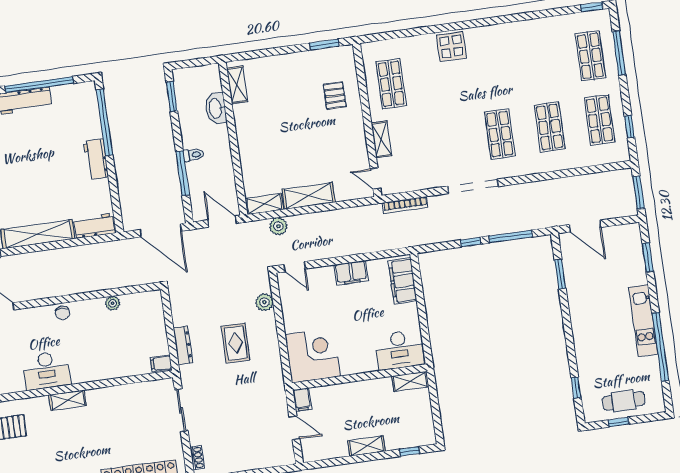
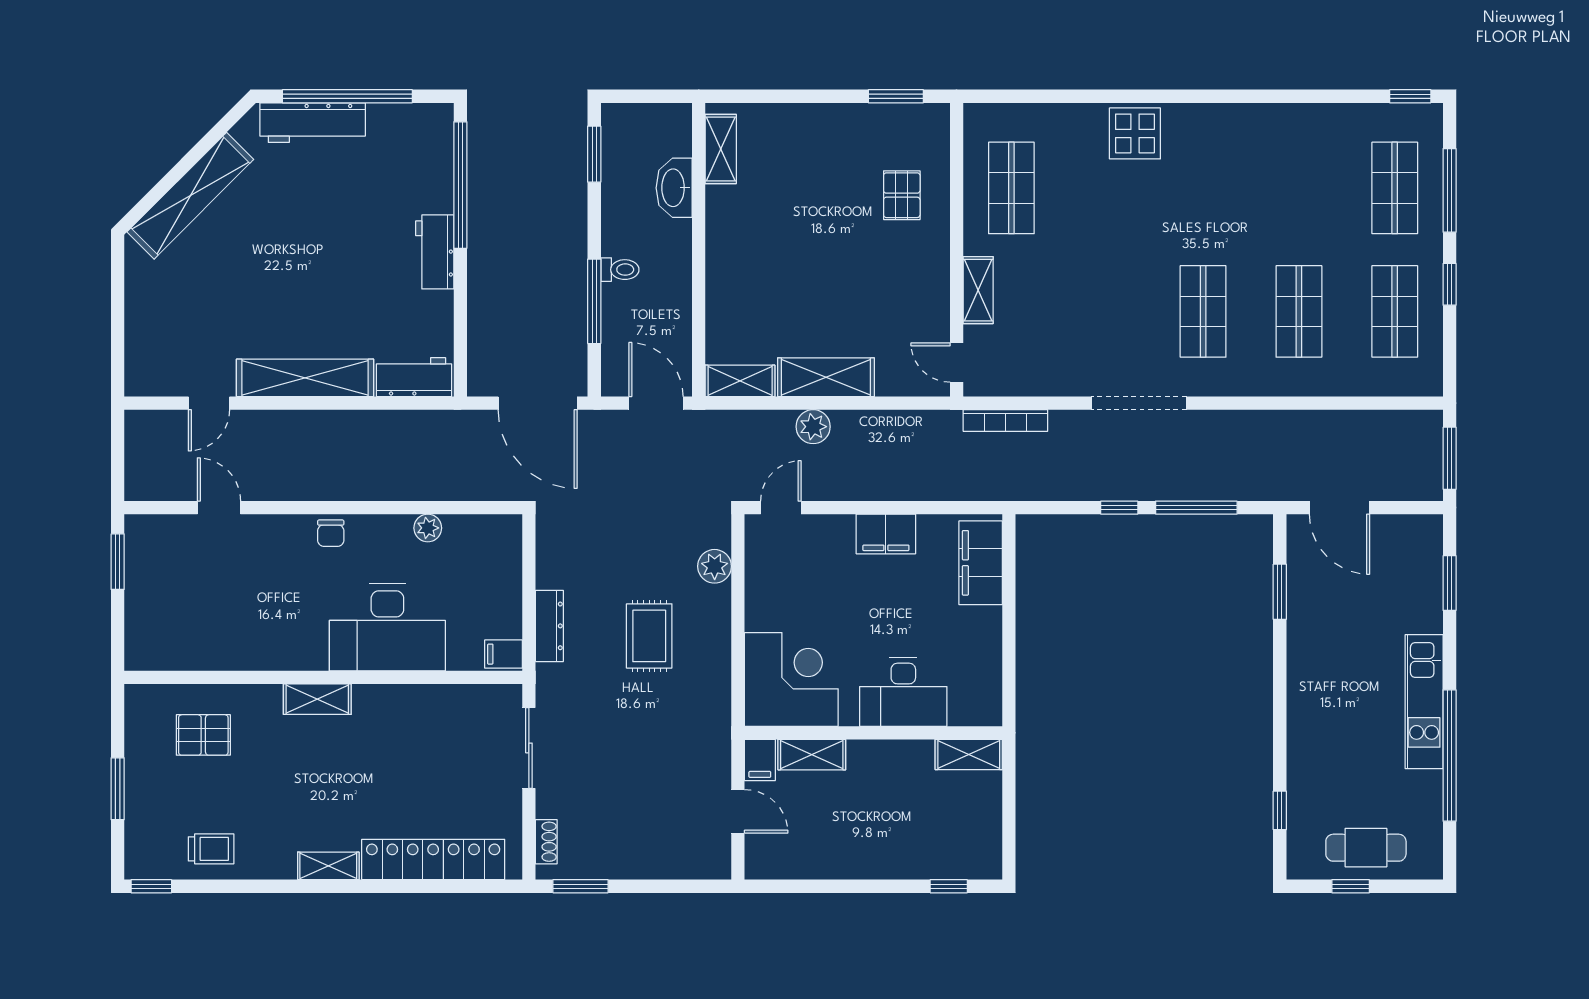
window: (629, 127) -> (1450, 284), moved
plant: (278, 226) -> (813, 427), moved
door: (295, 267) -> (781, 508), swing flipped
desk: (399, 350) -> (903, 692), moved
desk: (46, 370) -> (387, 627), moved, width x1.36, depth x1.30
shelving: (367, 446) -> (812, 755), moved

